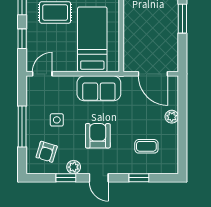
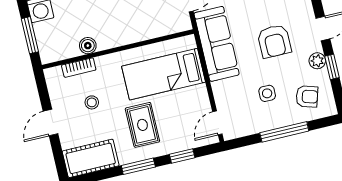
door: (42, 74) -> (217, 123), hinge flipped
sofa: (99, 88) -> (217, 44), width x1.36
armchair: (98, 136) -> (274, 41), turned -90

